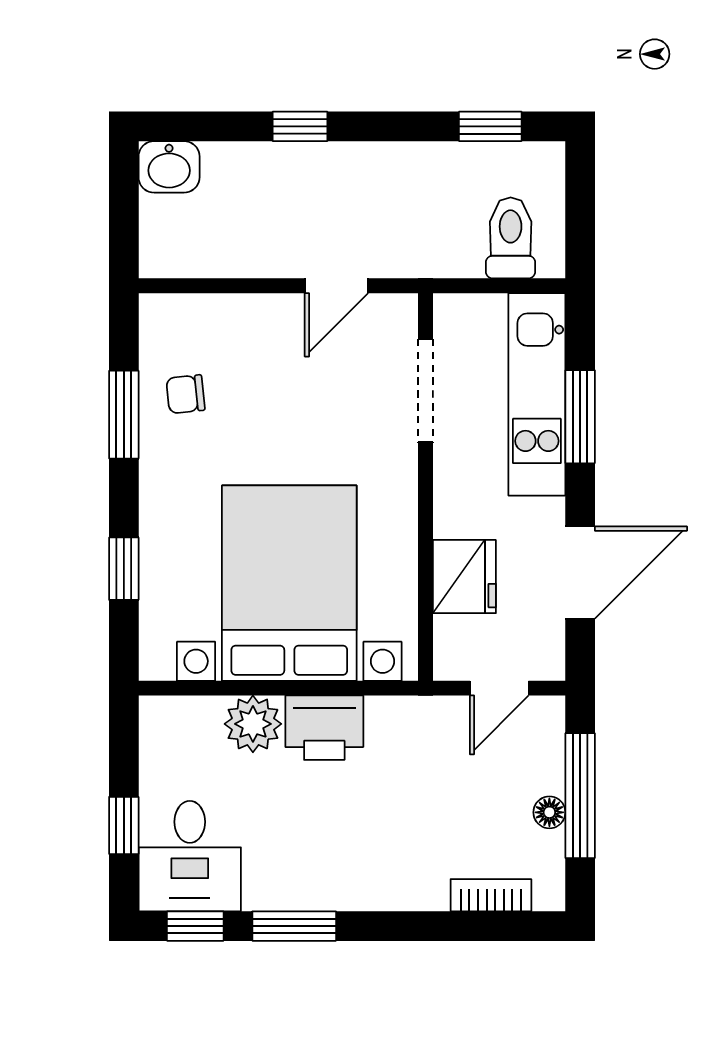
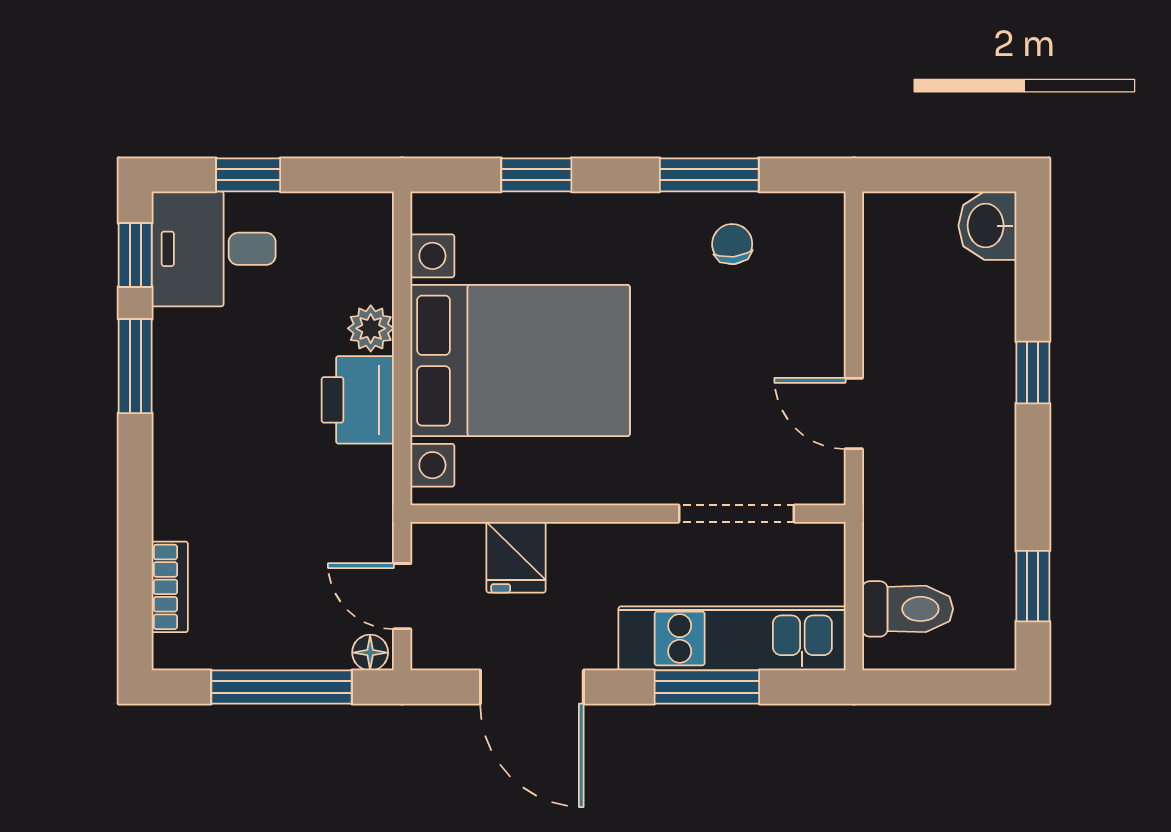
fridge: (464, 577) -> (516, 557), width x0.72
plant: (253, 724) -> (371, 328), width x0.73, depth x0.73
floor lamp: (549, 812) -> (370, 653), moved

